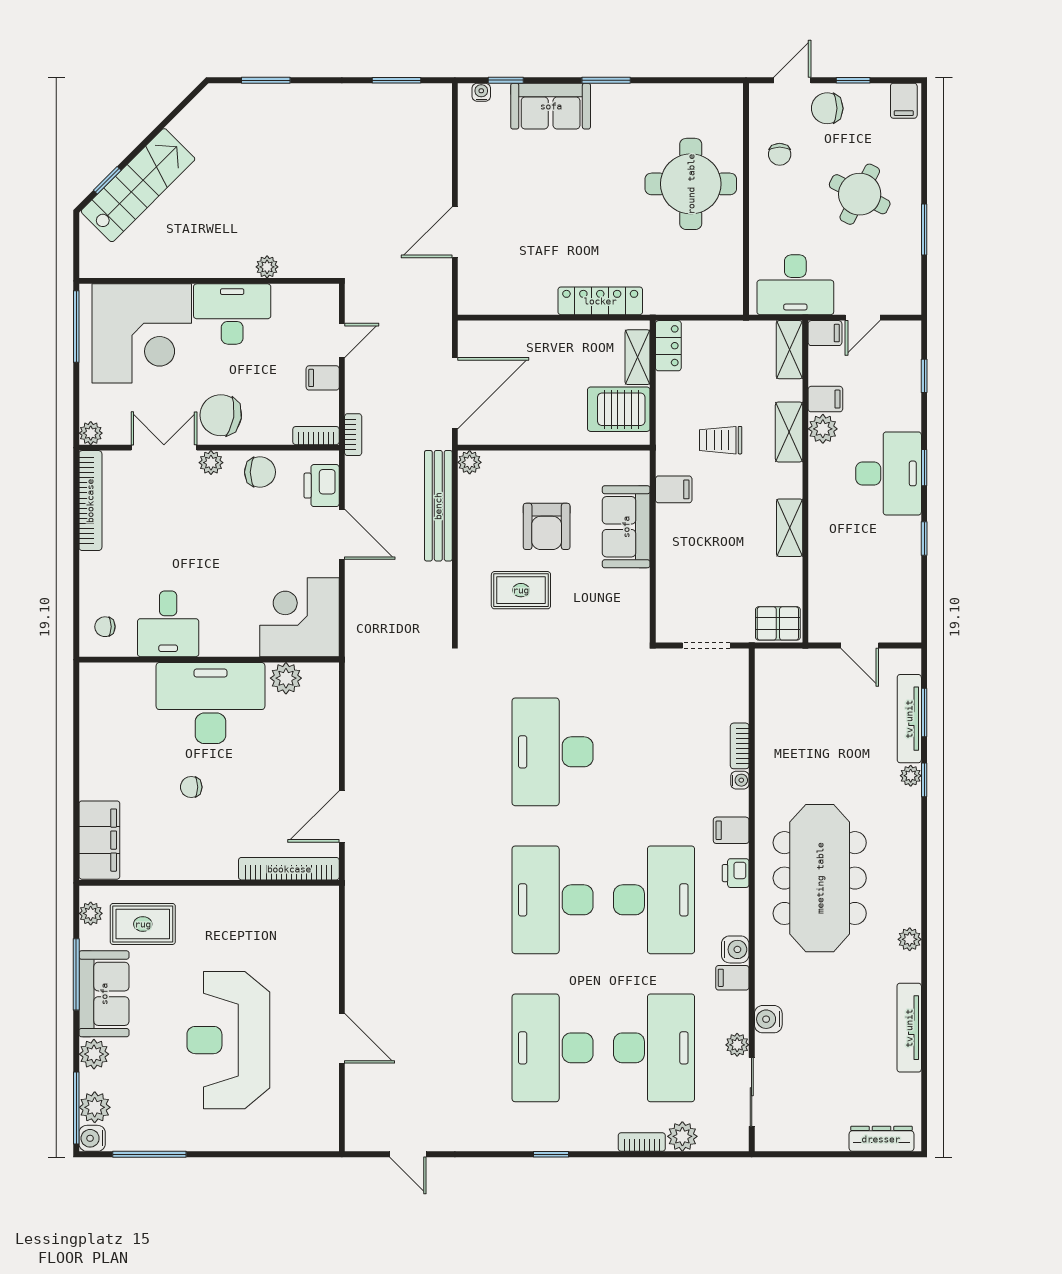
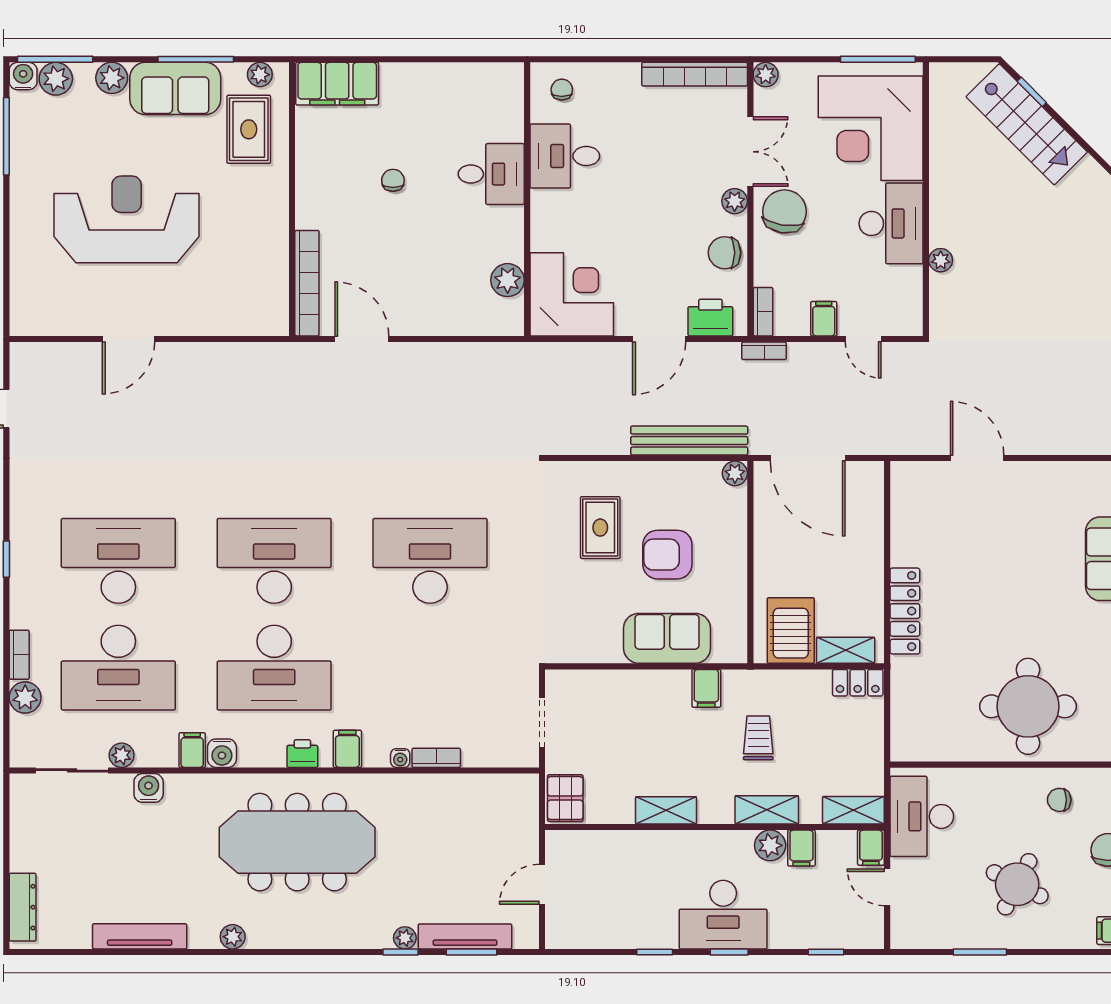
chair: (260, 472) -> (725, 253), turned 90
desk: (211, 703) -> (491, 174), width x0.53, depth x0.77

